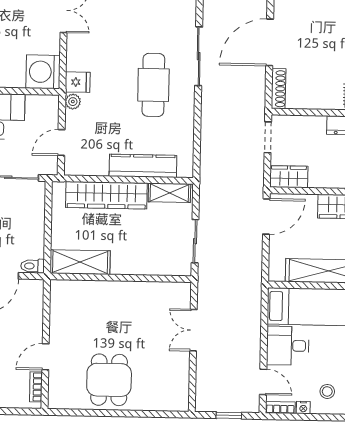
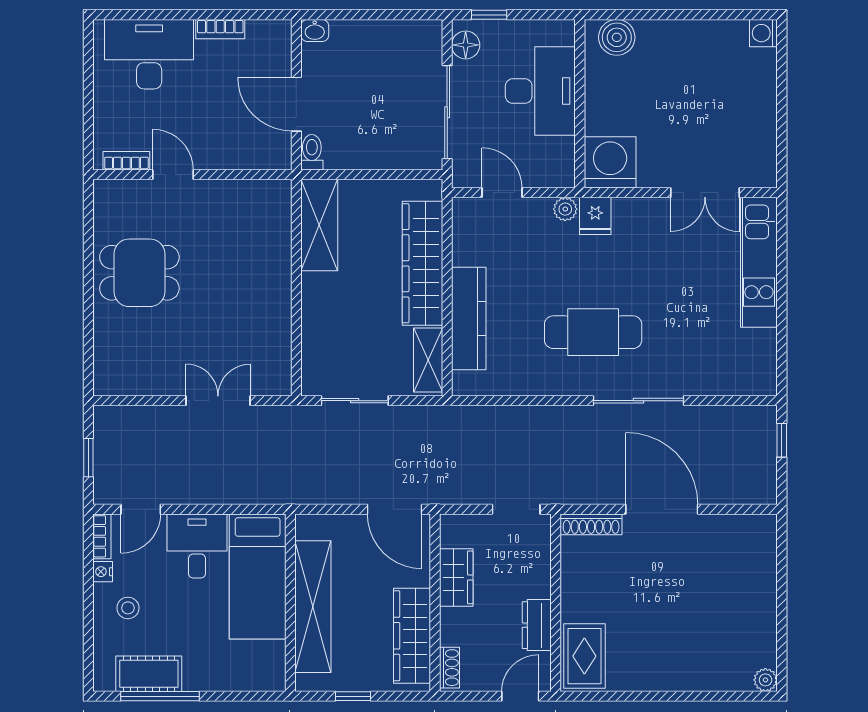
wardrobe: (289, 177) -> (456, 577), moved

